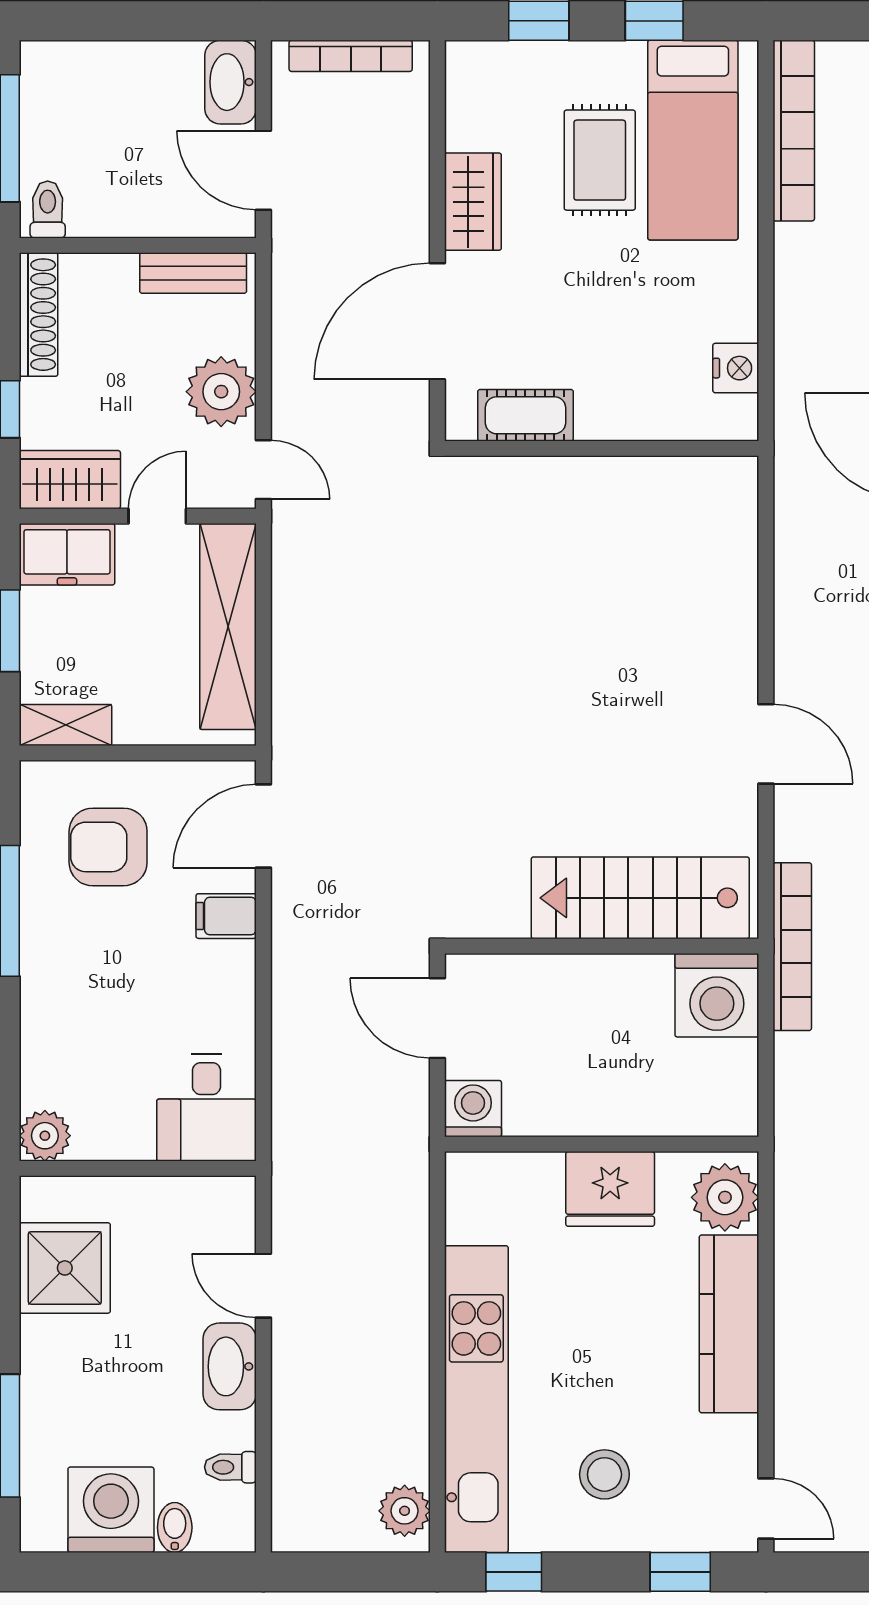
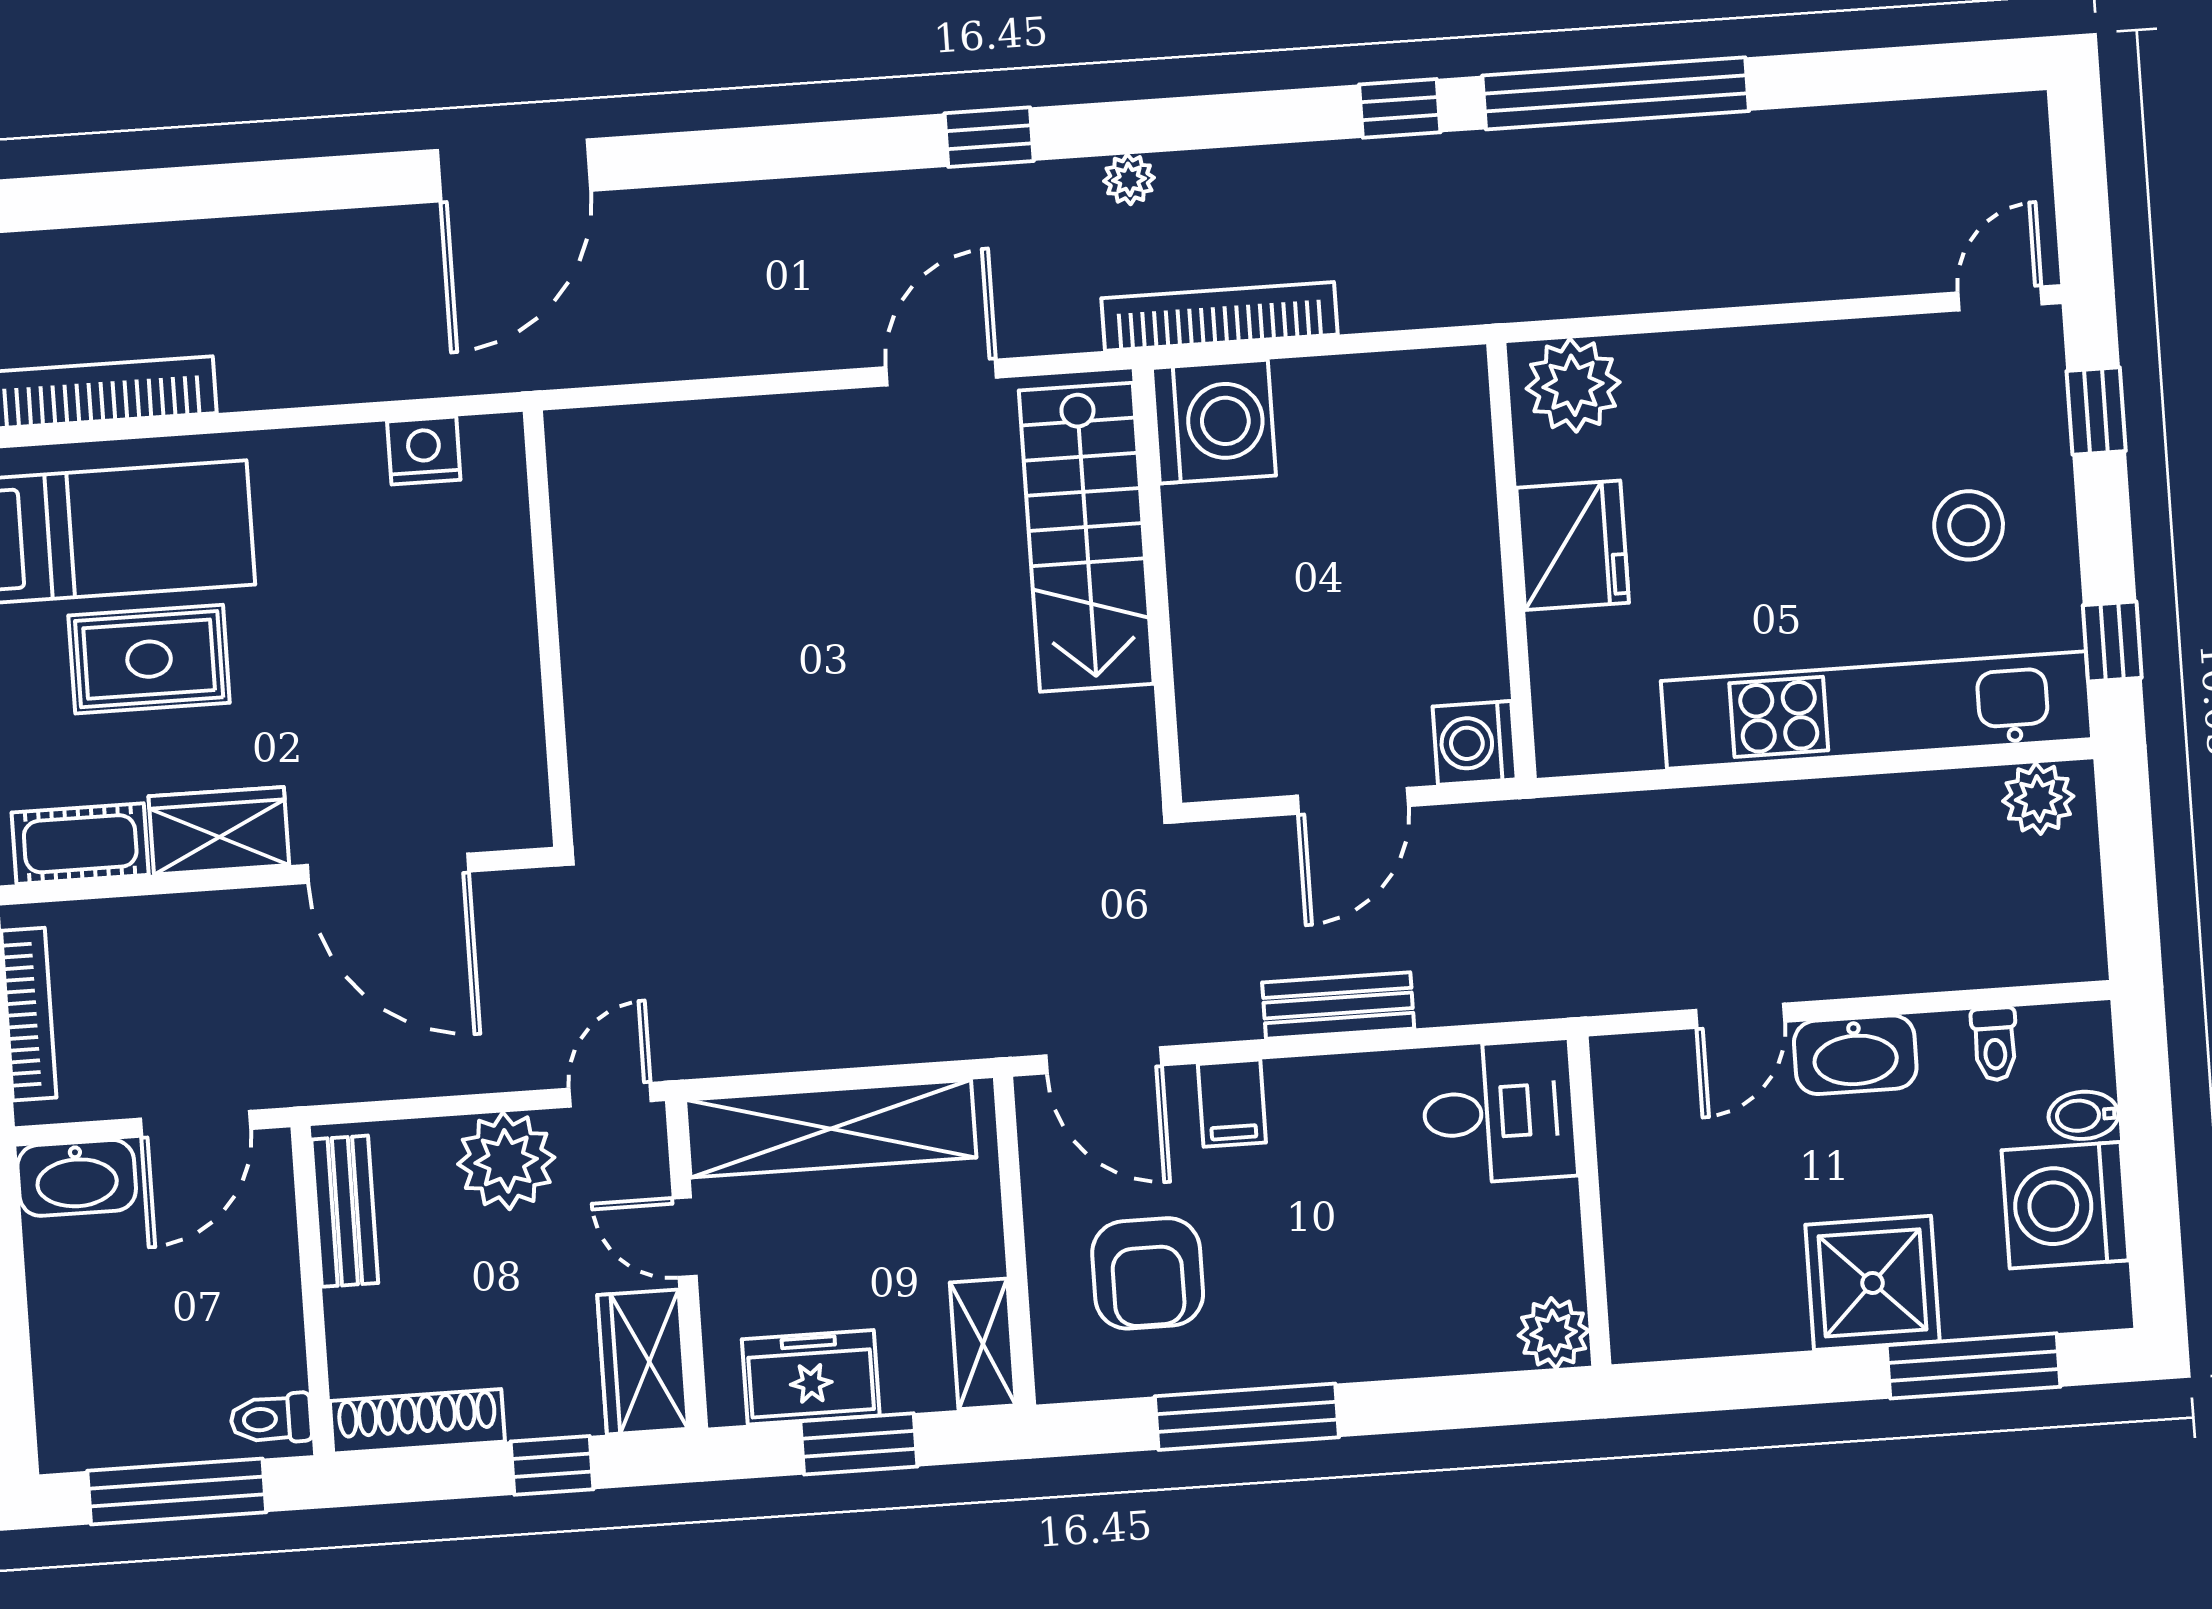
cot: (525, 415) -> (80, 844), moved, turned 90
freezer: (67, 554) -> (811, 1377), moved, turned -90
stairs: (640, 898) -> (1086, 537), moved
wall: (602, 946) -> (1157, 586), moved
washing machine: (717, 995) -> (1214, 422), moved
bench: (291, 997) -> (1338, 1005), added
shower: (65, 1268) -> (1873, 1283), moved
kitchen counter: (729, 1324) -> (1748, 367), removed

